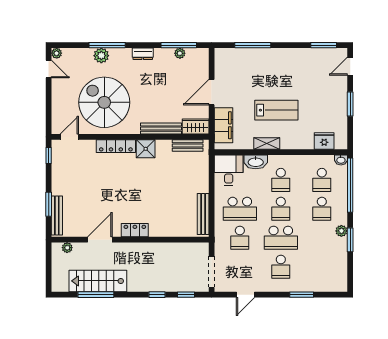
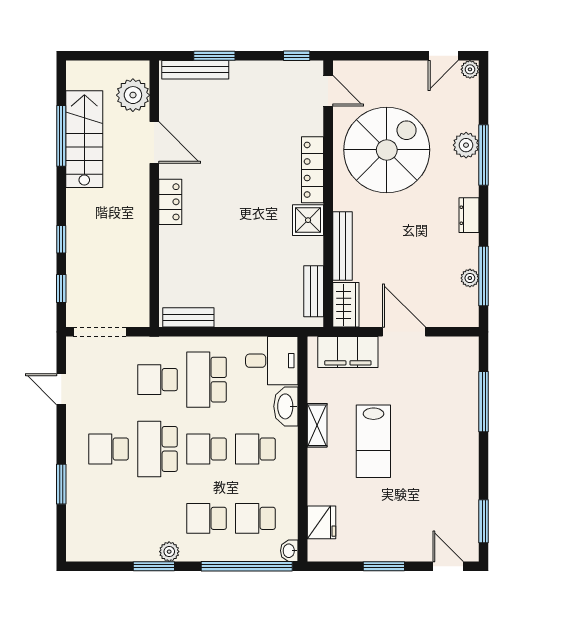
bench: (203, 214) -> (188, 317), width x0.73
plant: (67, 248) -> (133, 95), width x1.87, depth x1.87

